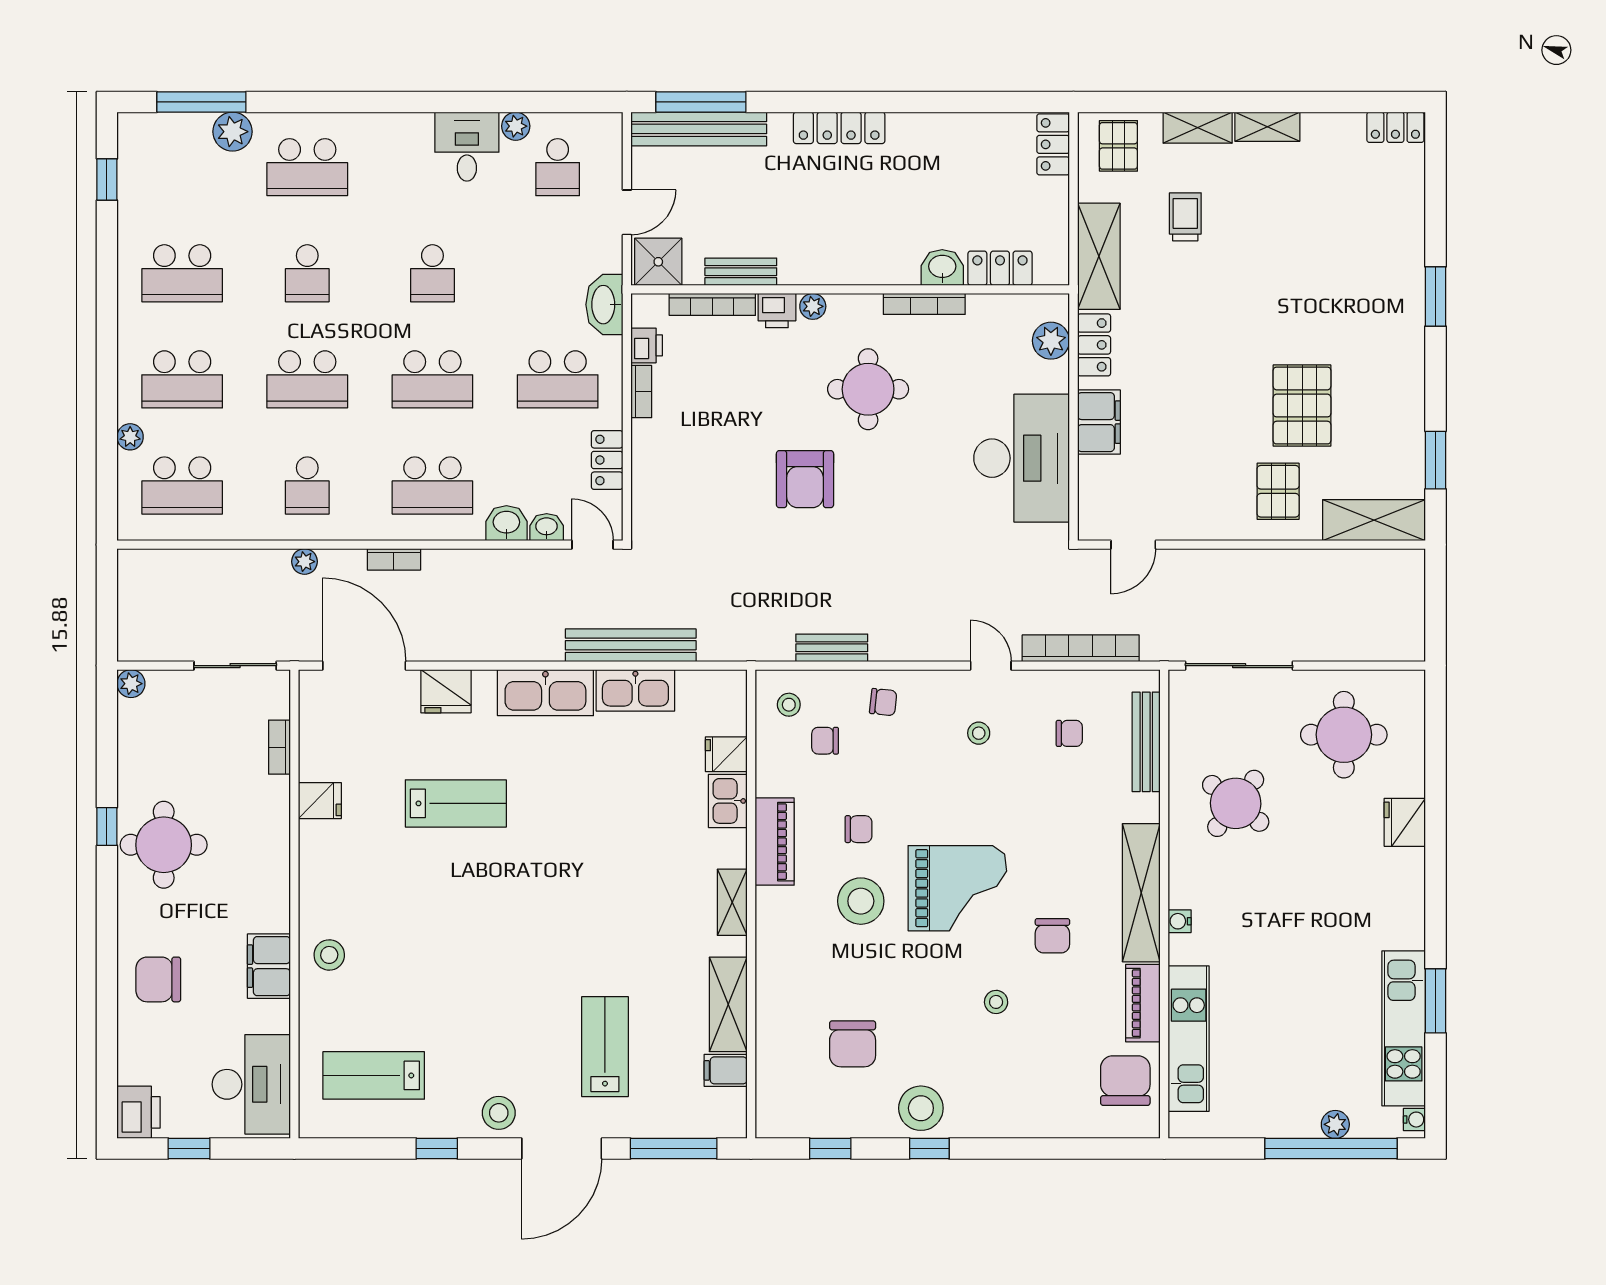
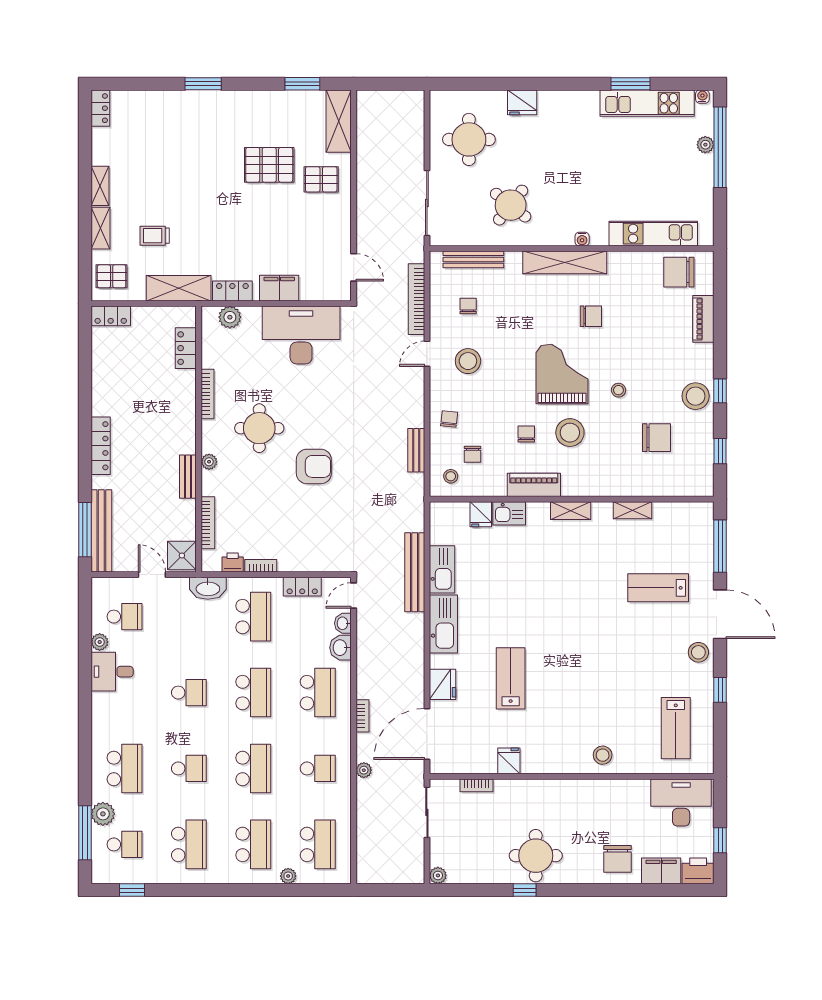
school desk: (182, 167) -> (125, 844), added
washbasin: (942, 267) -> (185, 383), removed
bench: (741, 272) -> (188, 477), moved
printer: (777, 311) -> (212, 483), removed
stool: (979, 733) -> (468, 361), width x1.89, depth x1.89
filing cabinet: (269, 966) -> (661, 871), moved, turned 180
stool: (996, 1002) -> (618, 390), moved
piano: (1143, 1003) -> (703, 319), moved, turned 90
shelving: (728, 1004) -> (633, 510), width x0.67, depth x0.75
filing cabinet: (726, 1070) -> (673, 515), removed

